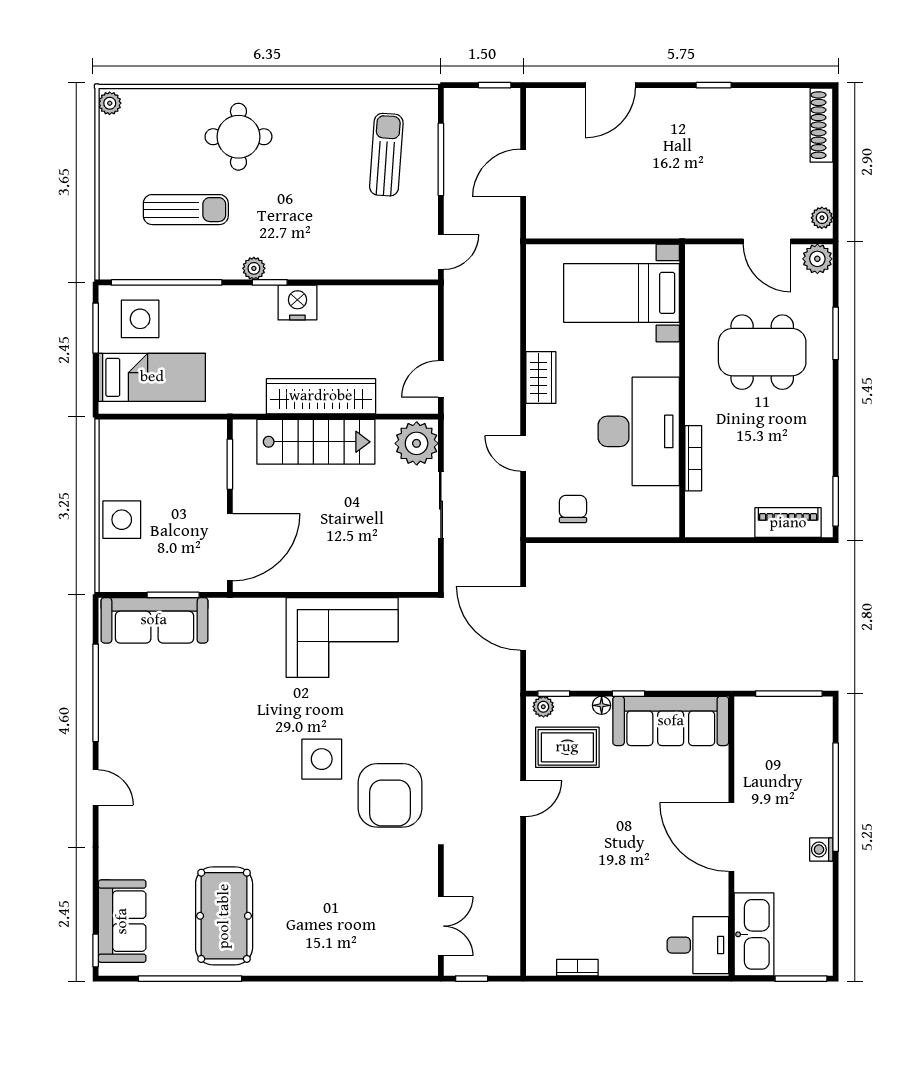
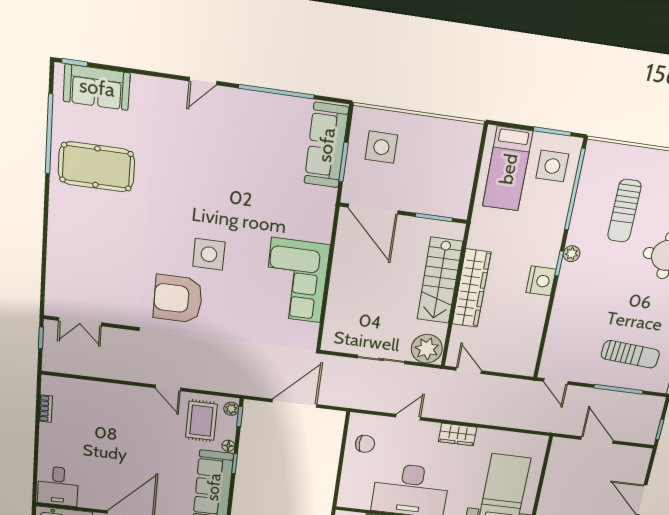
side table: (122, 520) -> (381, 147), moved

